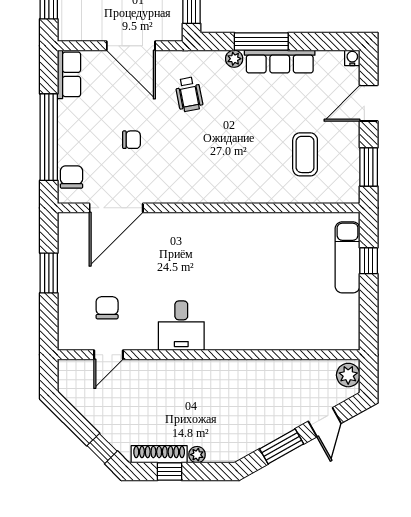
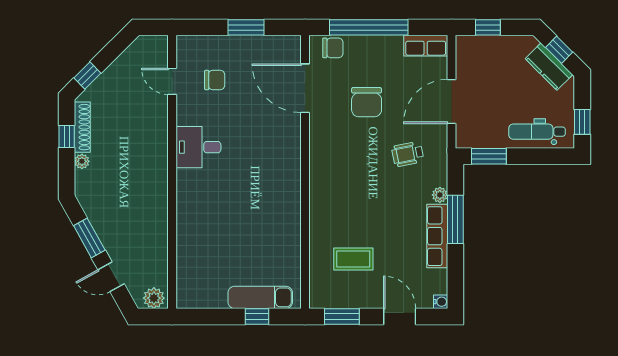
chair: (132, 140) -> (367, 102), width x1.87, depth x1.87

